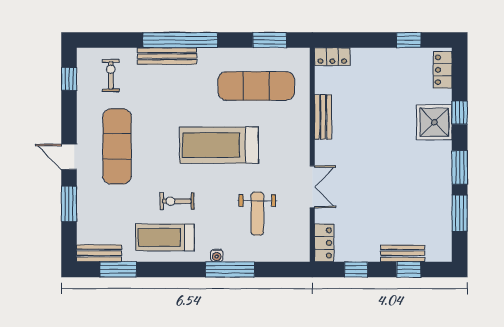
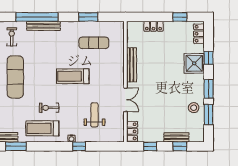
window: (180, 40) -> (37, 17), moved
window: (270, 40) -> (88, 17), moved
locker: (332, 57) -> (153, 26), moved
exercise mat: (256, 86) -> (94, 43), width x0.73, depth x0.69
bench: (323, 117) -> (132, 65), width x1.36
treadmill: (219, 145) -> (73, 76), width x0.73, depth x0.73
stool: (433, 201) -> (194, 108), added
weight bench: (257, 214) -> (94, 115), turned 180
window: (230, 269) -> (79, 146), width x0.46

